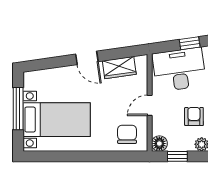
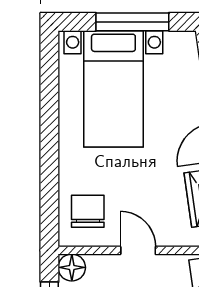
chair: (127, 134) -> (88, 211), turned -90

